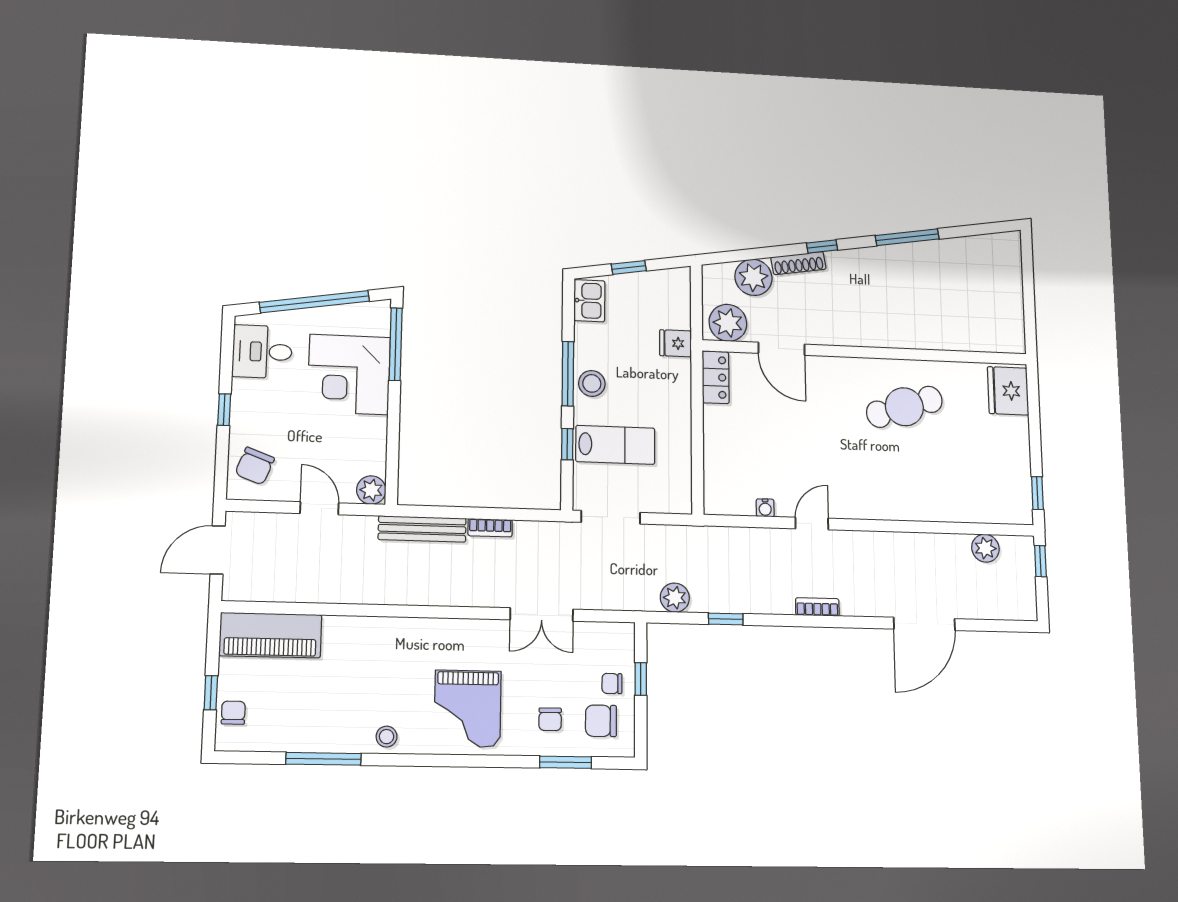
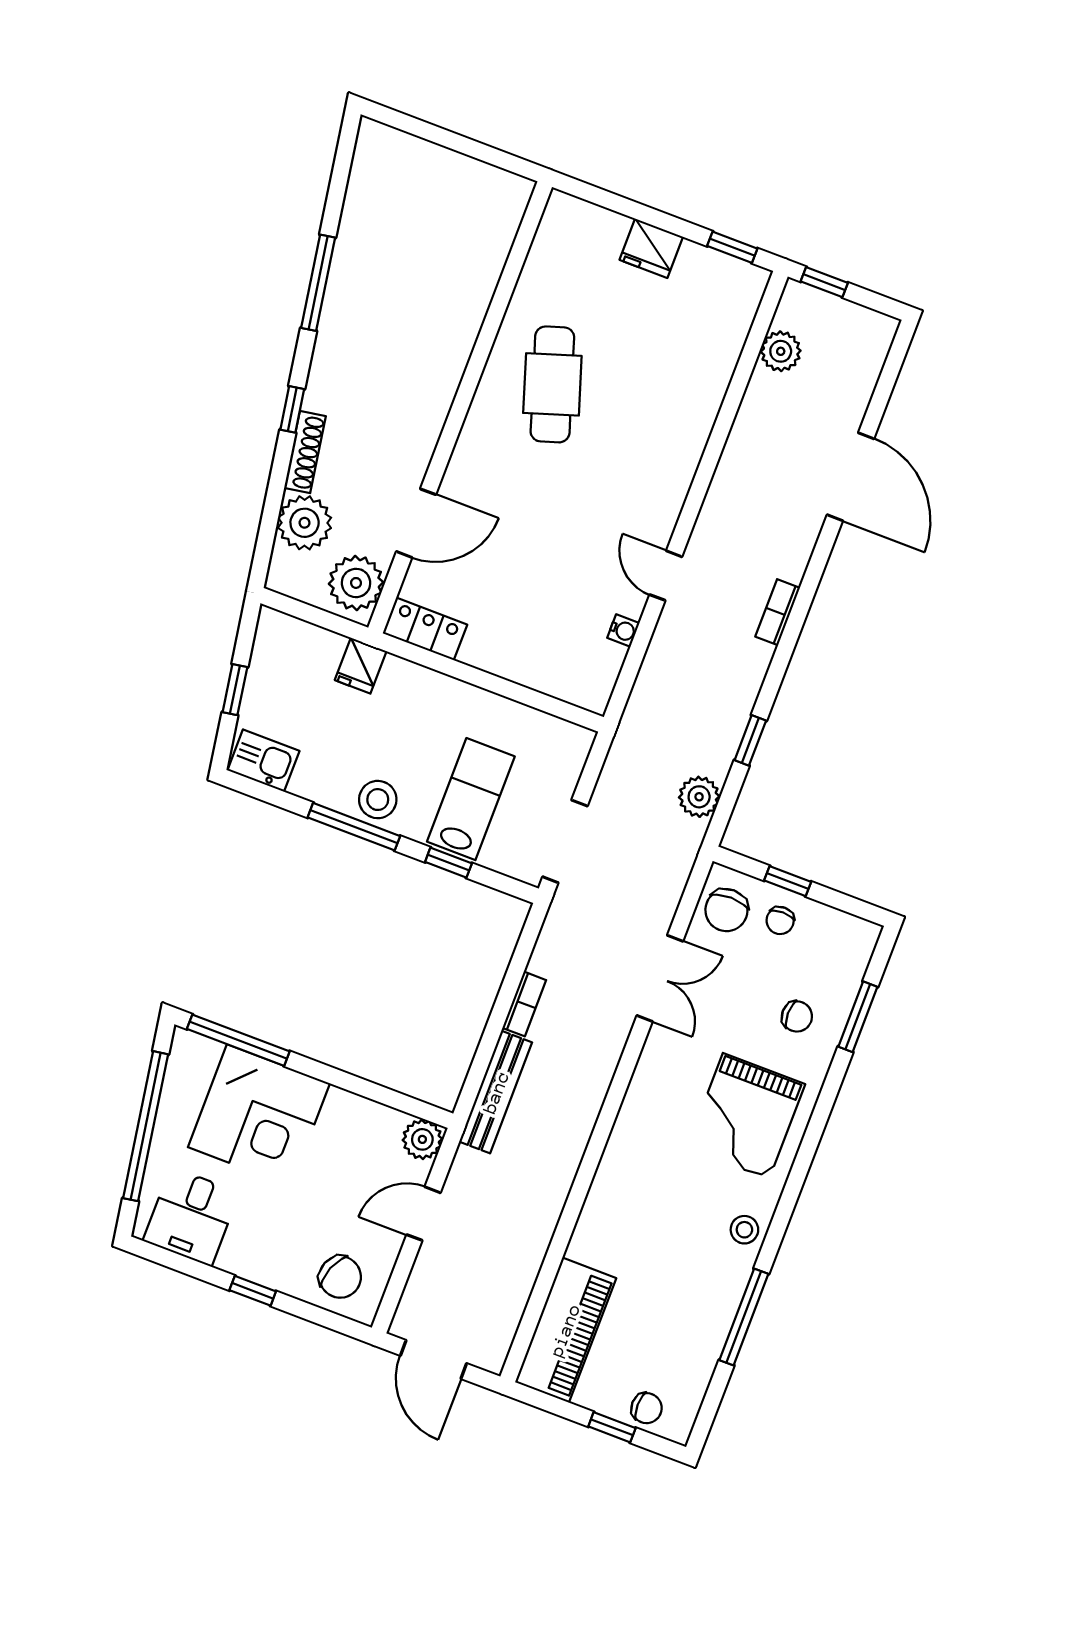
fridge: (1008, 391) -> (651, 248), moved, width x0.73, depth x0.75
grand piano: (468, 709) -> (746, 1116), turned 90
chair: (233, 713) -> (647, 1408), turned 180
chair: (601, 721) -> (726, 910), moved

